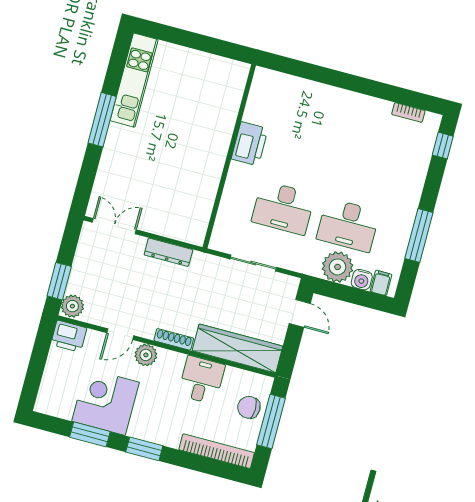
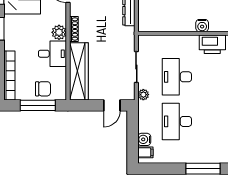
water cooler: (218, 151) -> (202, 26), added
window: (419, 236) -> (203, 169), moved
plant: (338, 267) -> (143, 95), moved, width x0.53, depth x0.53
plant: (146, 355) -> (59, 32), moved
chair: (249, 407) -> (43, 89), turned 90

